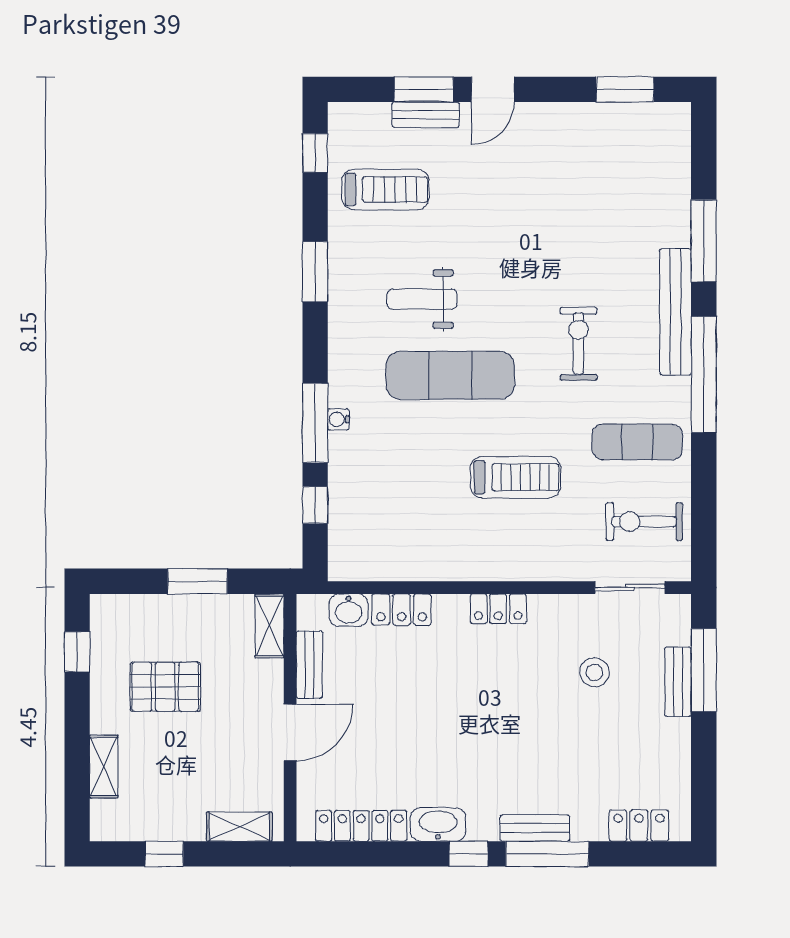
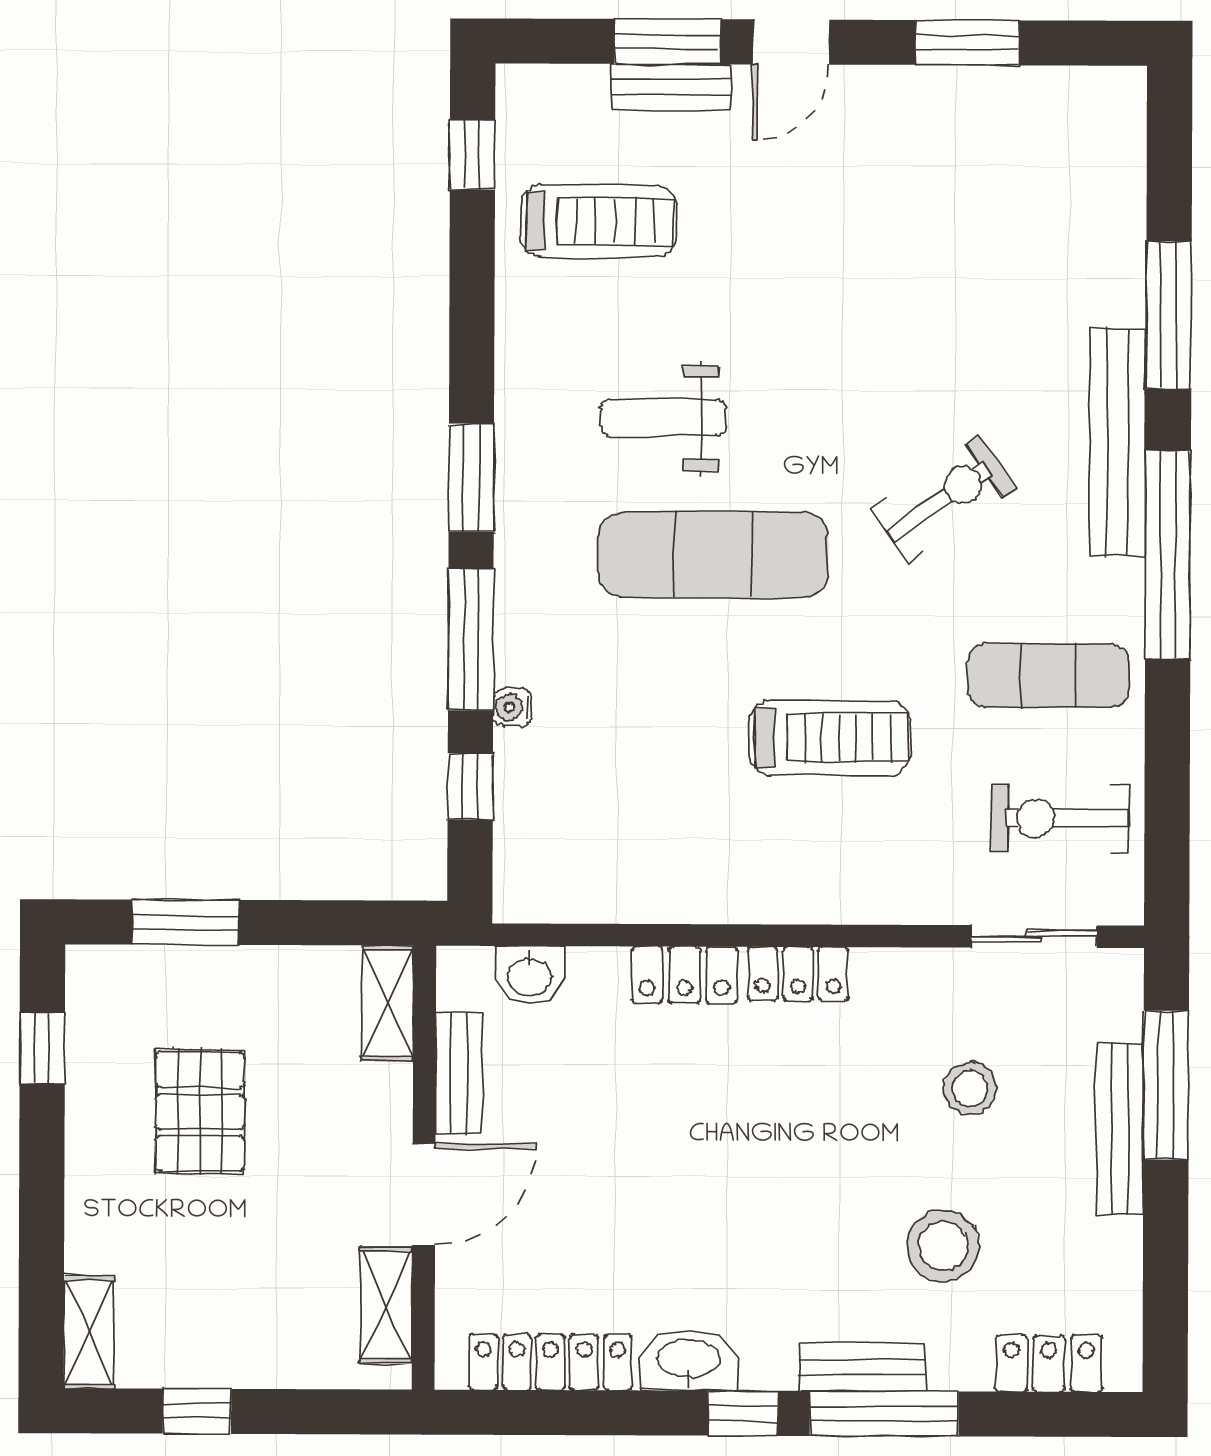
window: (625, 89) -> (967, 43), moved
window: (315, 272) -> (471, 478), moved
exercise bike: (579, 344) -> (944, 499), turned 55
water cooler: (338, 419) -> (512, 707), moved
window: (198, 581) -> (185, 922), moved
locker: (402, 610) -> (684, 975), moved
bench: (678, 682) -> (1120, 1129), width x1.36
pallet: (165, 687) -> (200, 1112), turned 90
stool: (580, 760) -> (943, 1246), added
shelving: (104, 767) -> (89, 1332), moved
shelving: (239, 827) -> (386, 1305), moved, turned 90

